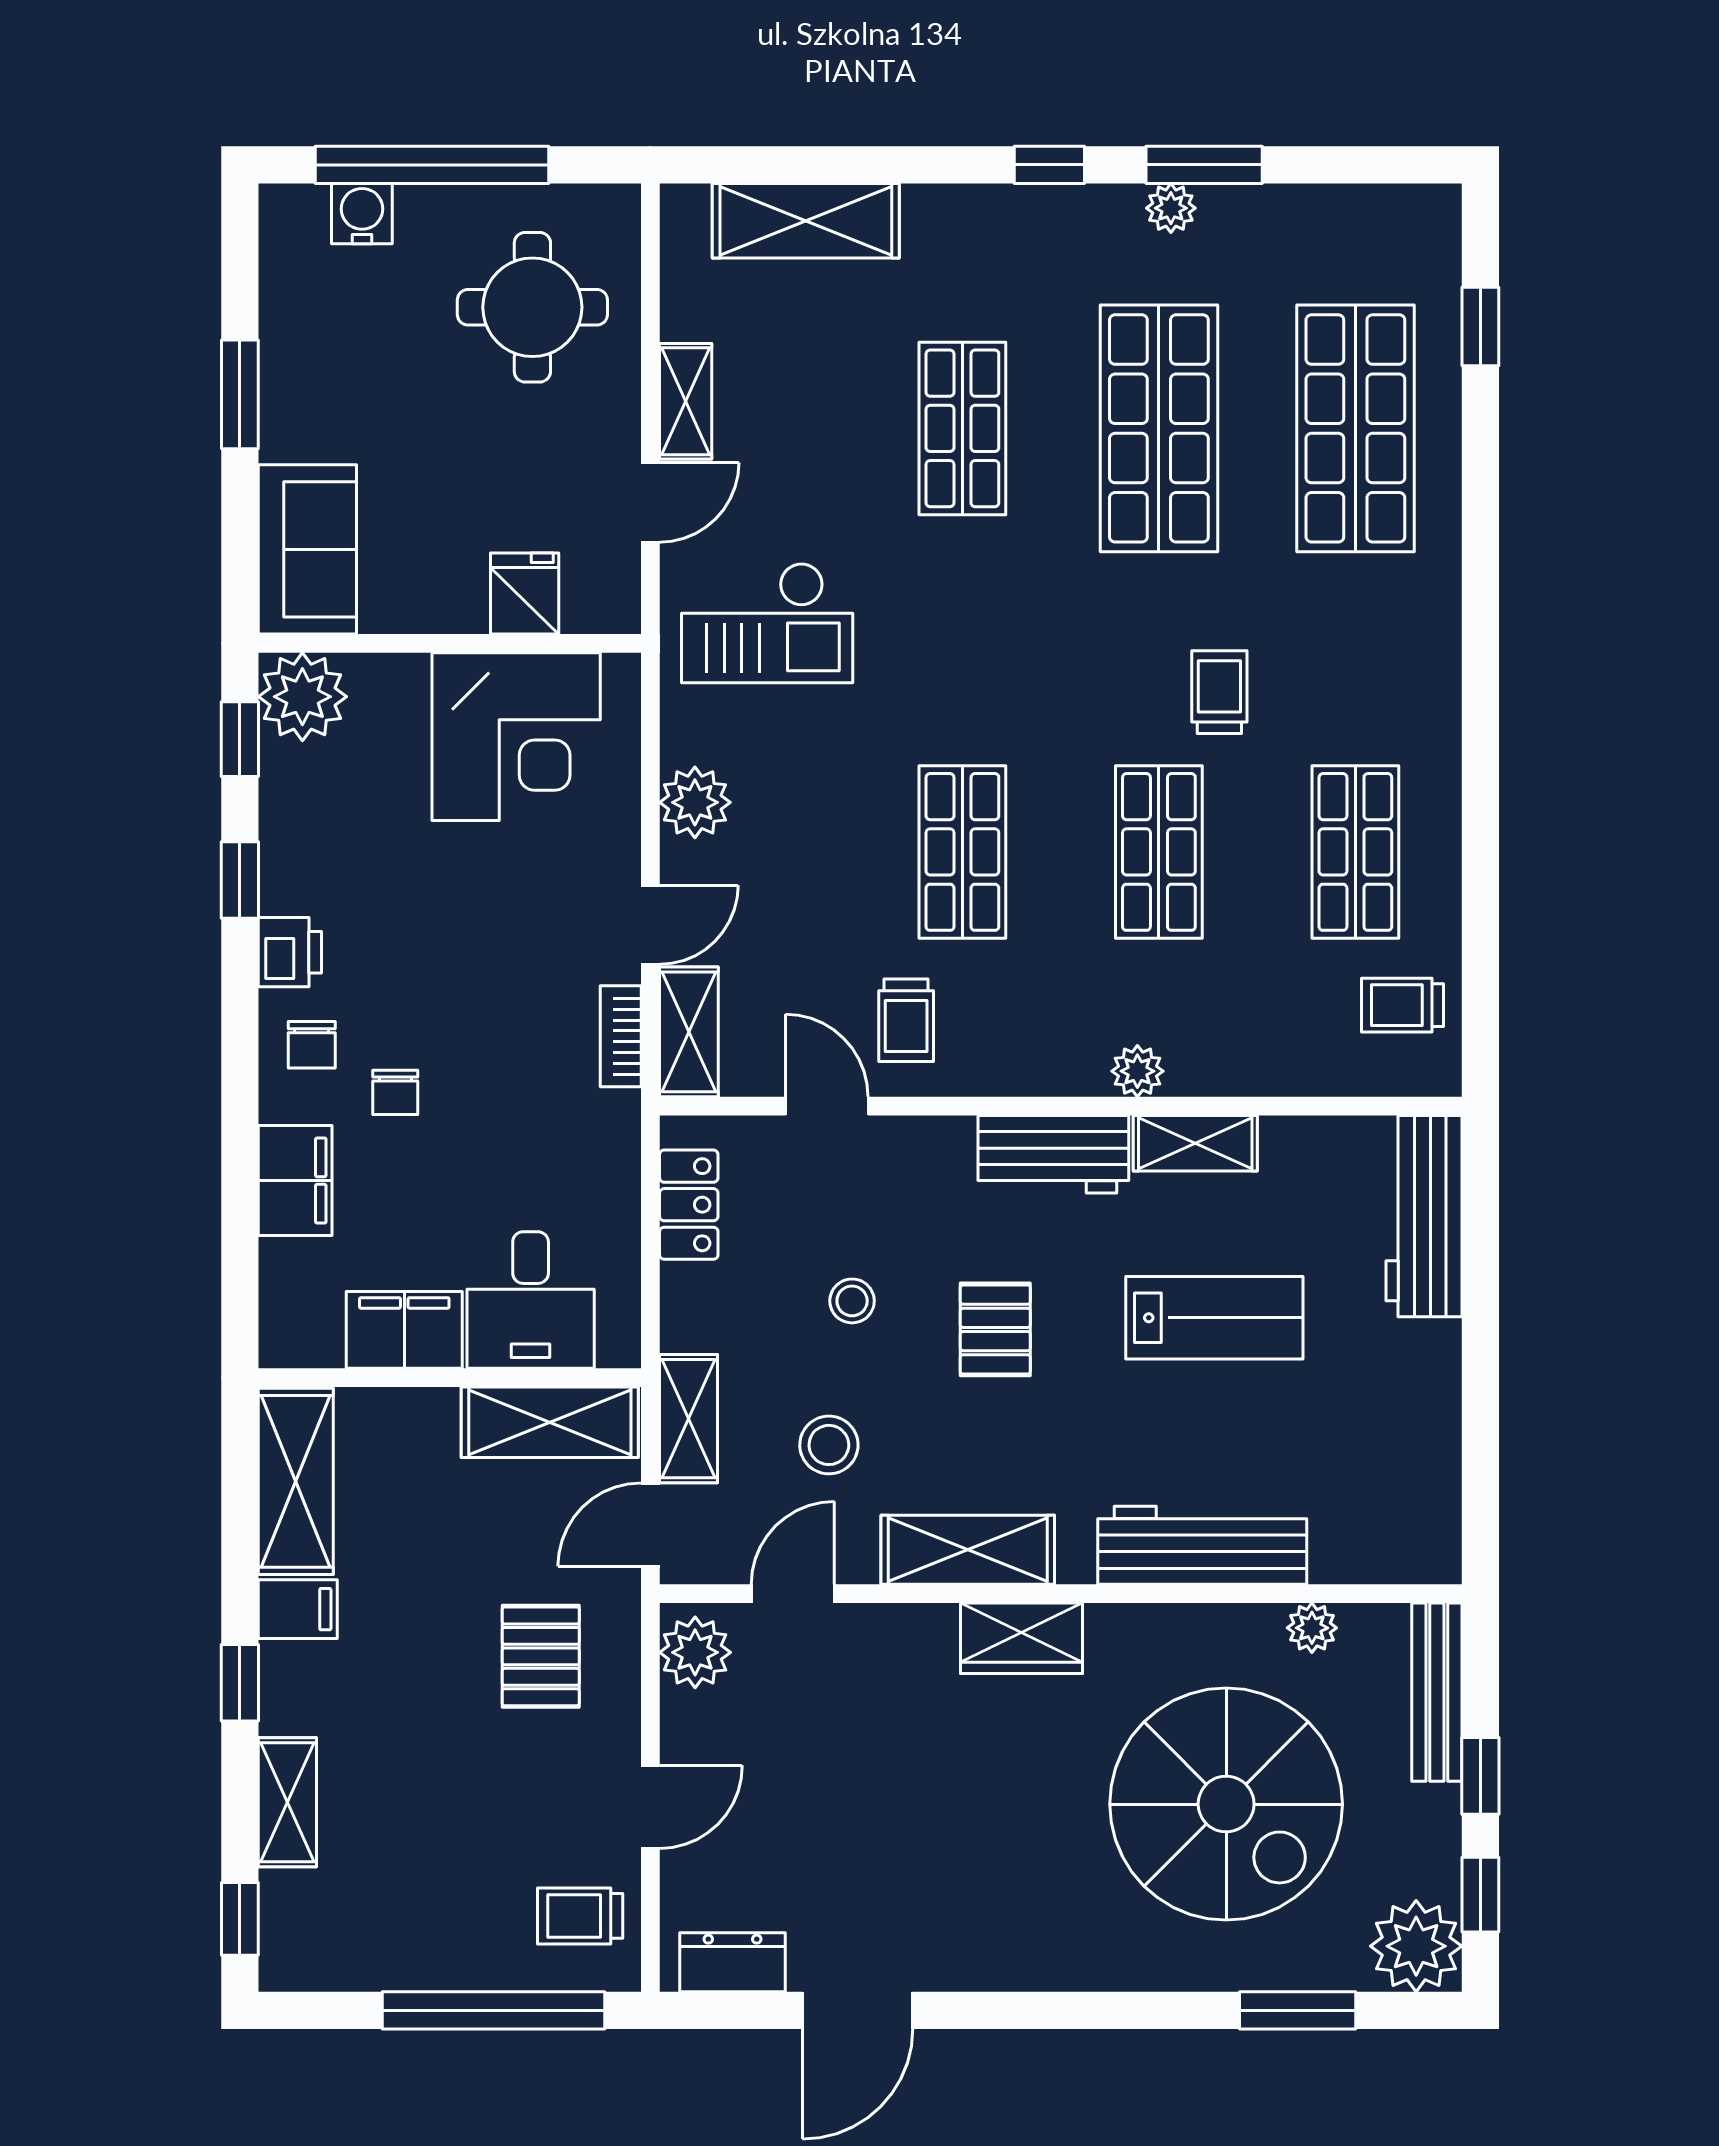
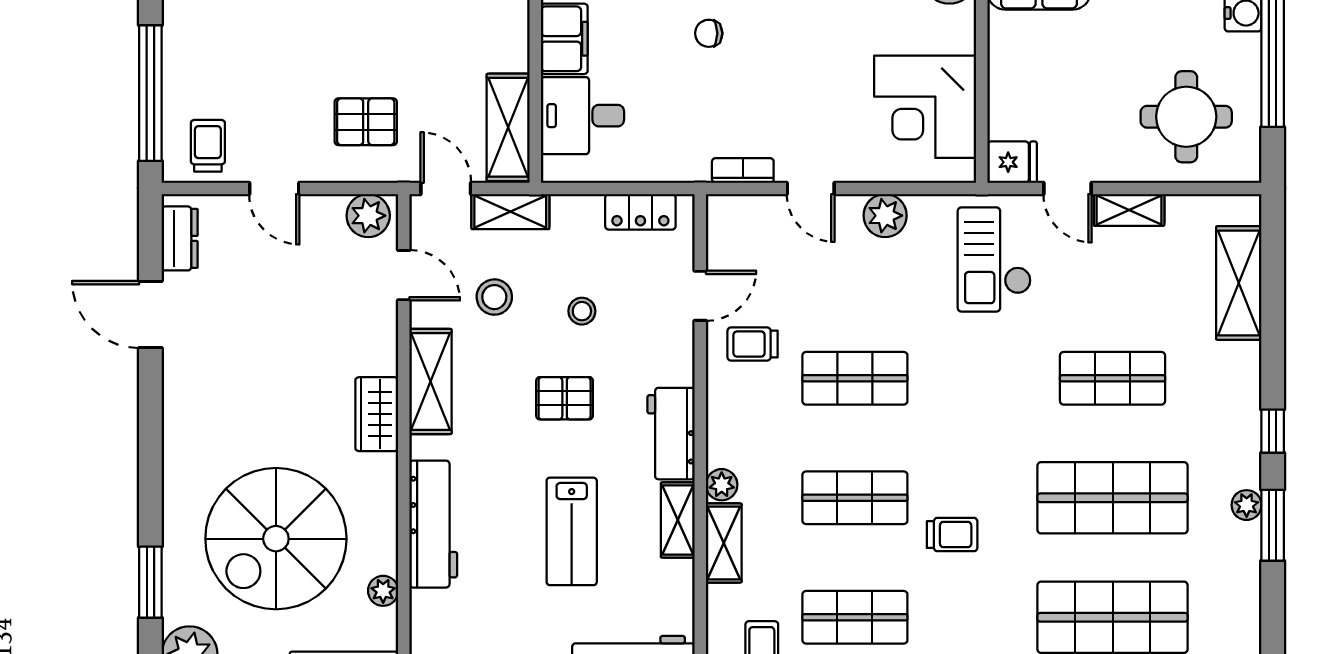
fridge: (525, 593) -> (1012, 162), moved
shelving: (689, 1032) -> (724, 543), moved, turned 90

